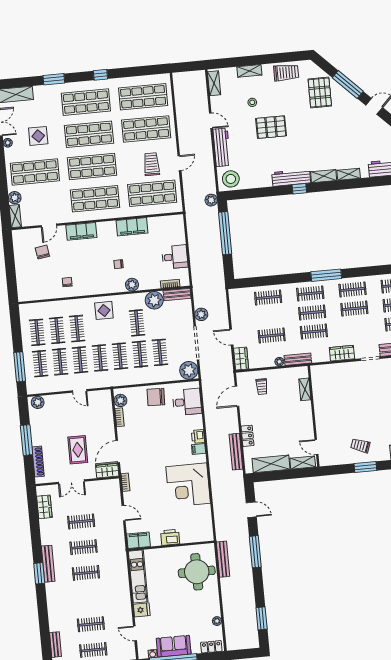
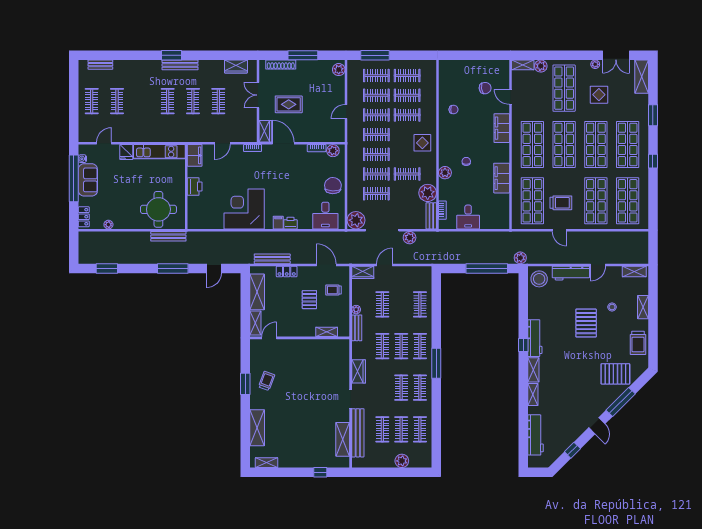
pallet: (274, 410) -> (309, 300), added

